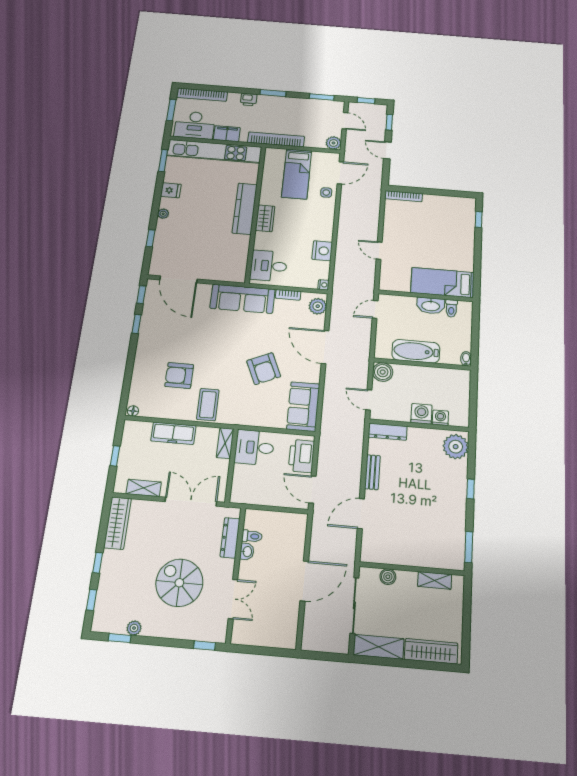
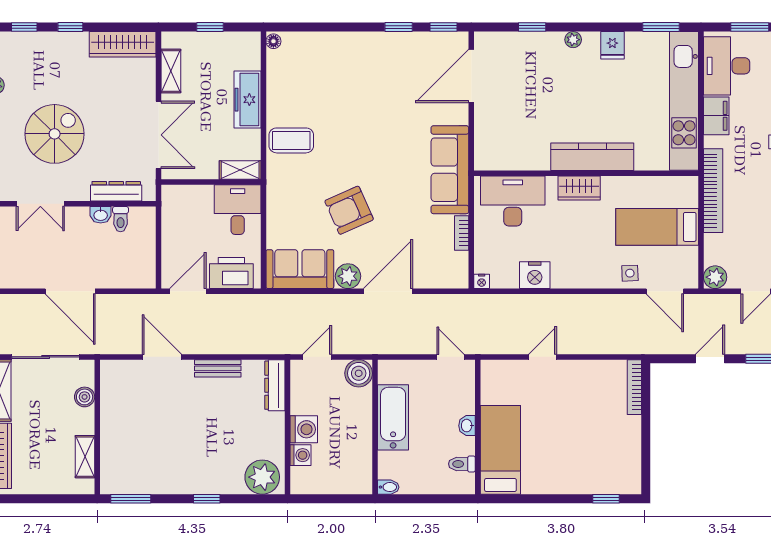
desk: (269, 266) -> (513, 201), width x1.37
plant: (318, 306) -> (348, 276), moved
washbasin: (431, 306) -> (467, 426), width x0.52, depth x0.69
armchair: (179, 376) -> (329, 96), removed

